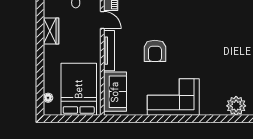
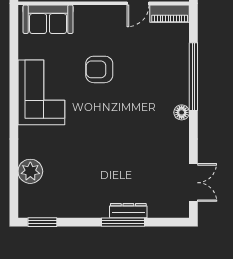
tv unit: (109, 51) -> (100, 12), removed

